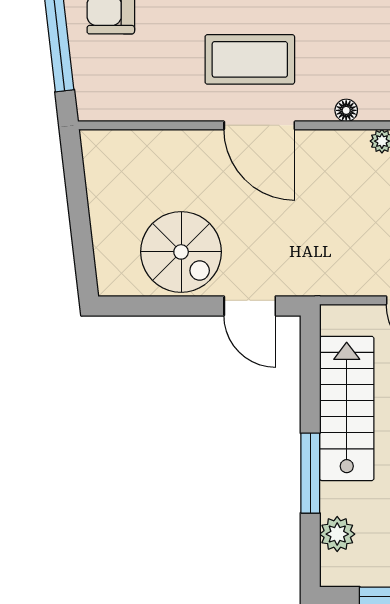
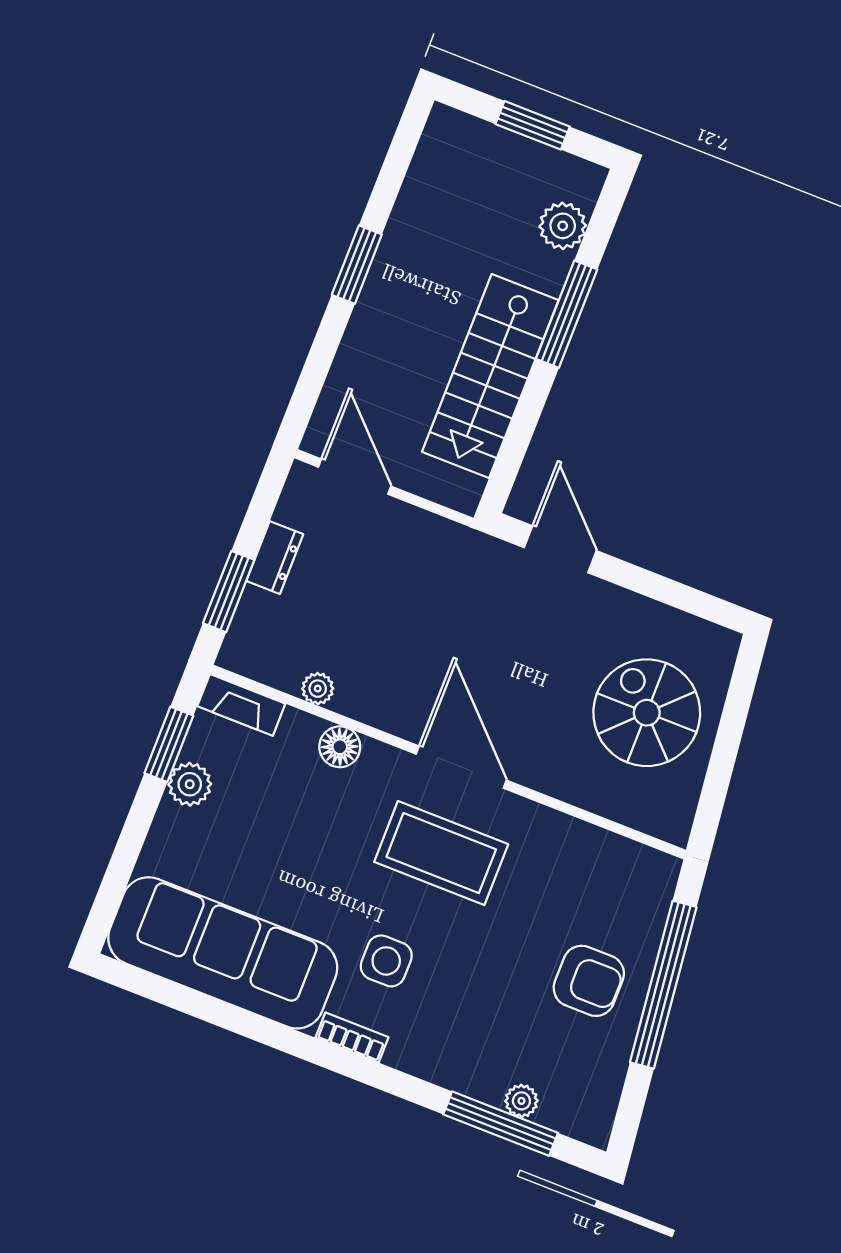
floor lamp: (346, 110) -> (340, 747), width x1.37, depth x1.37
spiral stairs: (181, 252) -> (647, 713), moved

